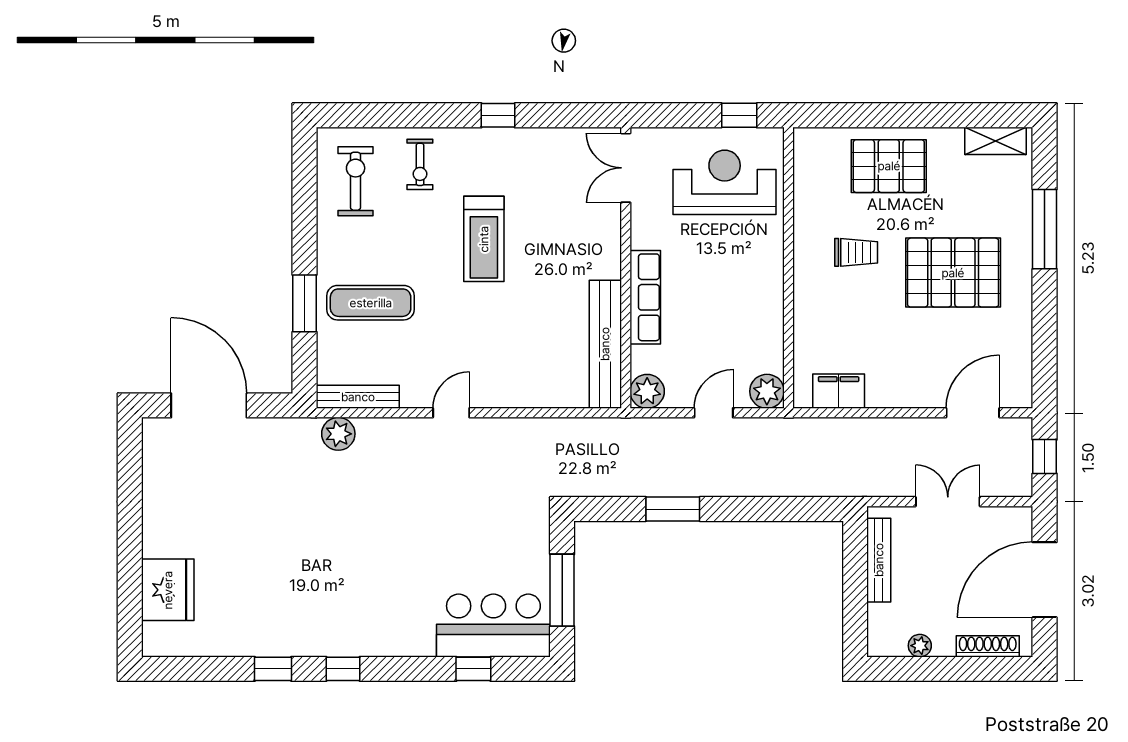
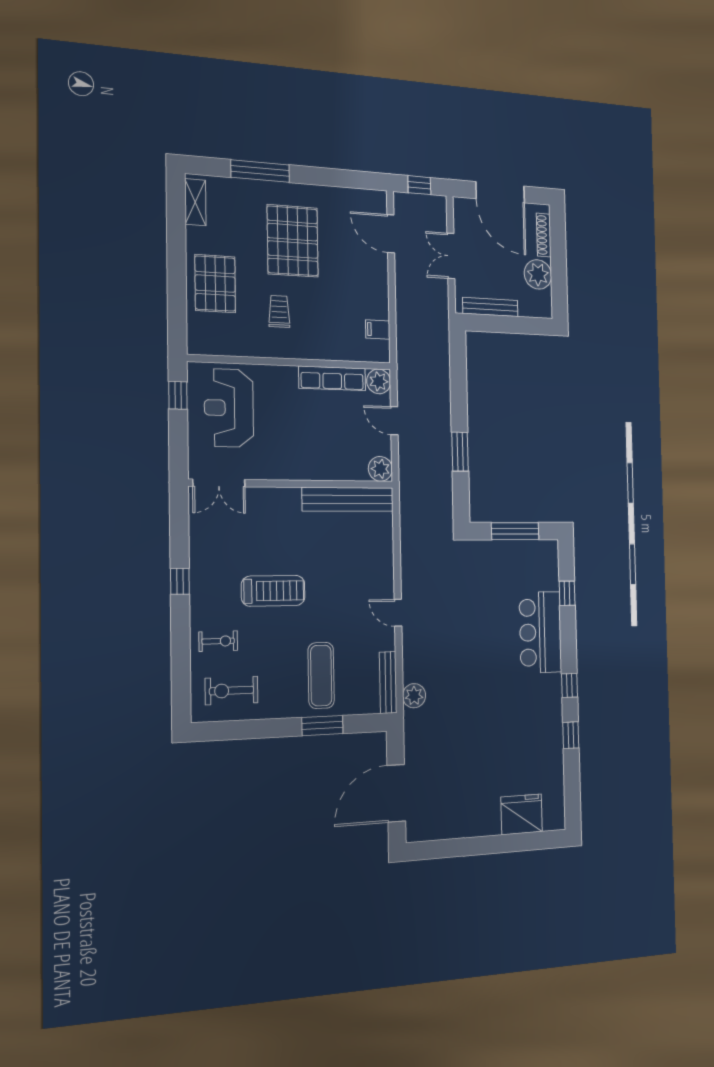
row of seats: (645, 297) -> (332, 378), moved, turned 180
filing cabinet: (839, 391) -> (378, 329), width x0.50
bar counter: (493, 625) -> (540, 632), moved
plant: (920, 646) -> (538, 274), width x1.88, depth x1.88

